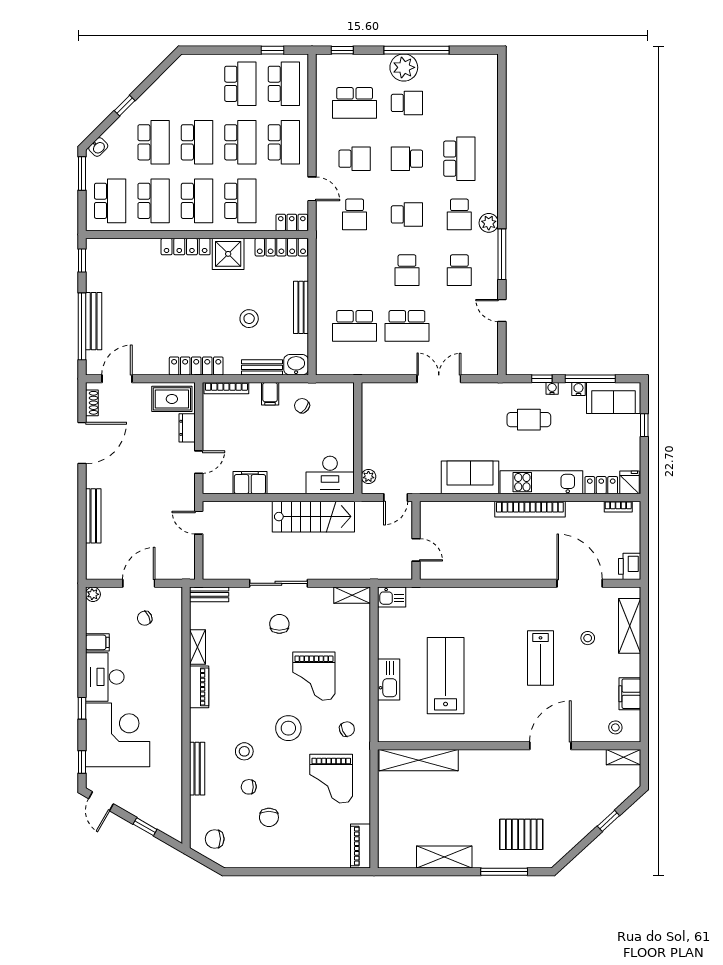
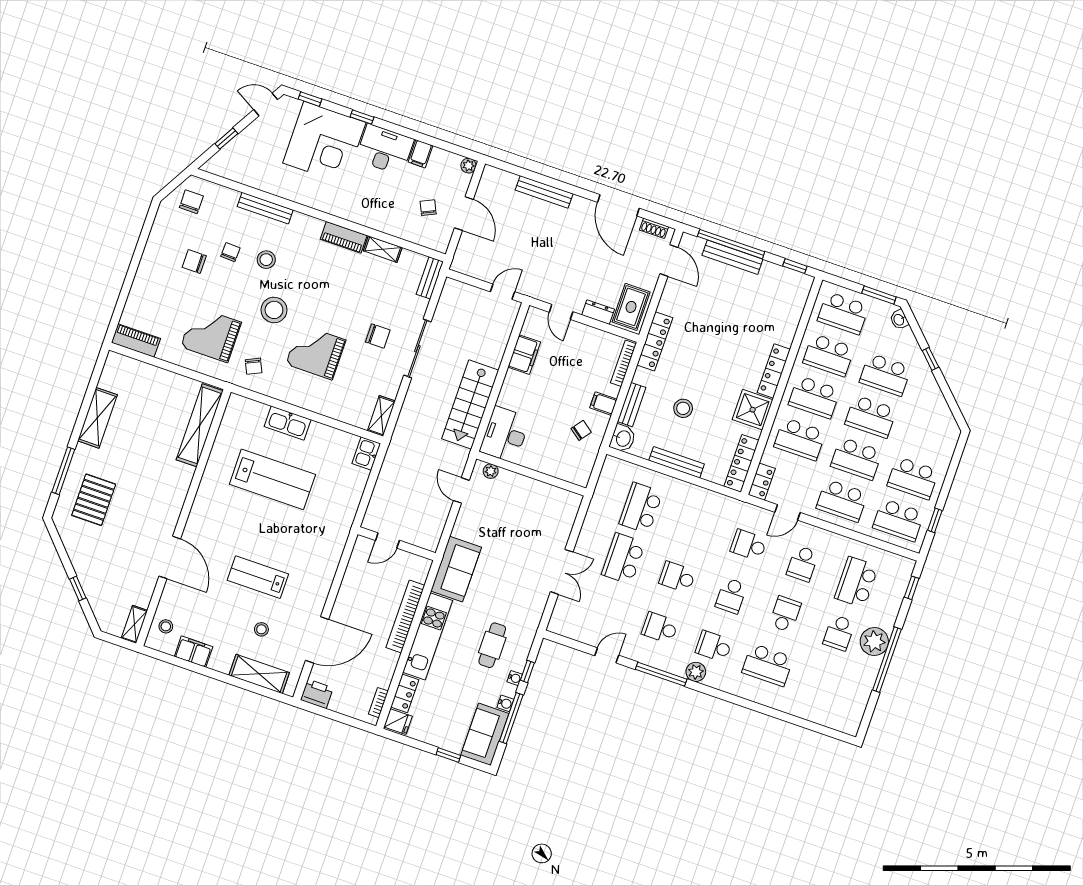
wall: (416, 540) -> (397, 544), moved
door: (416, 550) -> (387, 540), moved

